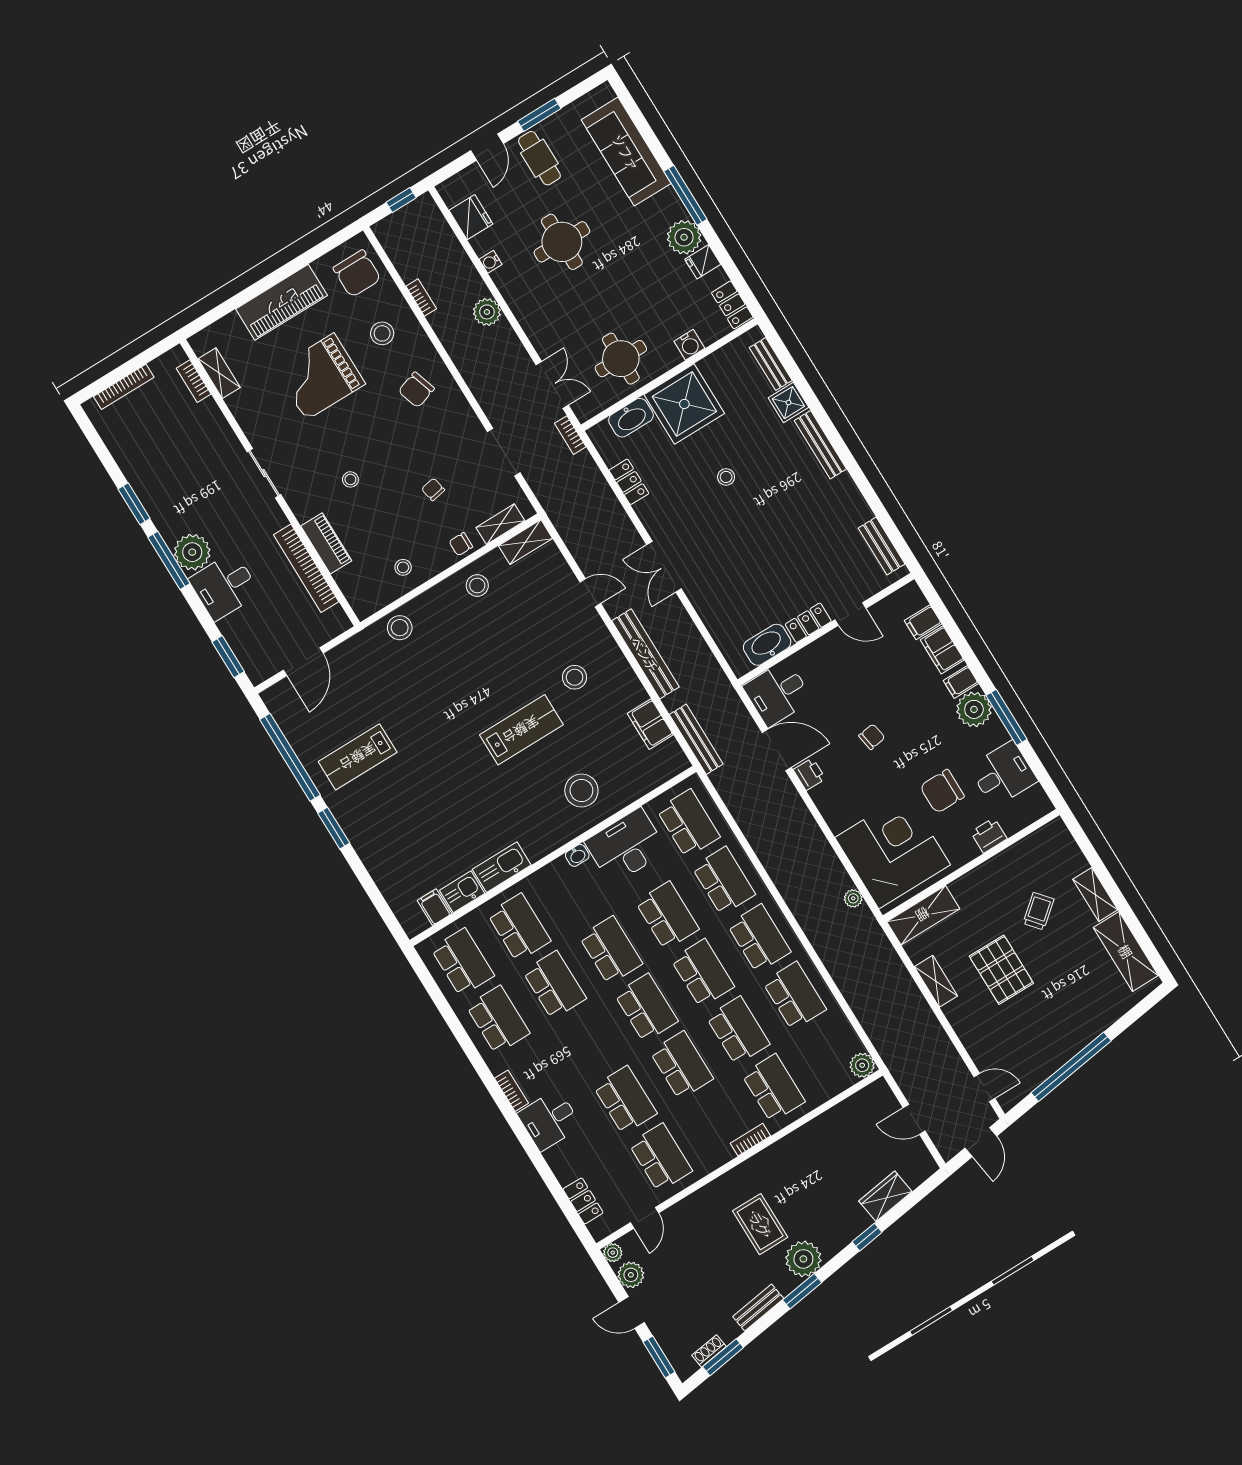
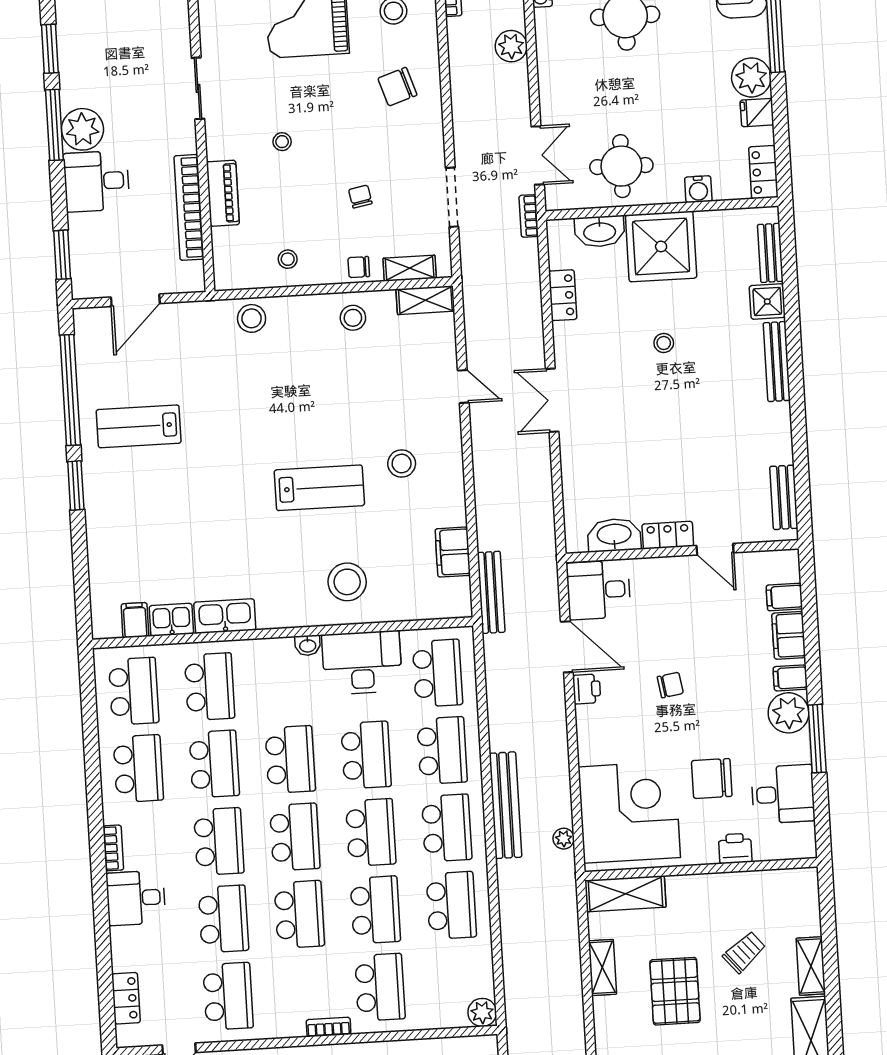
bench: (645, 654) -> (506, 805), moved
school desk: (590, 1042) -> (219, 841), added

